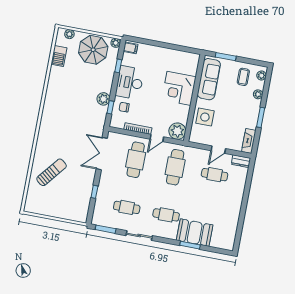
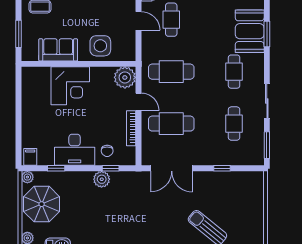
sofa: (209, 79) -> (58, 50), width x0.73

